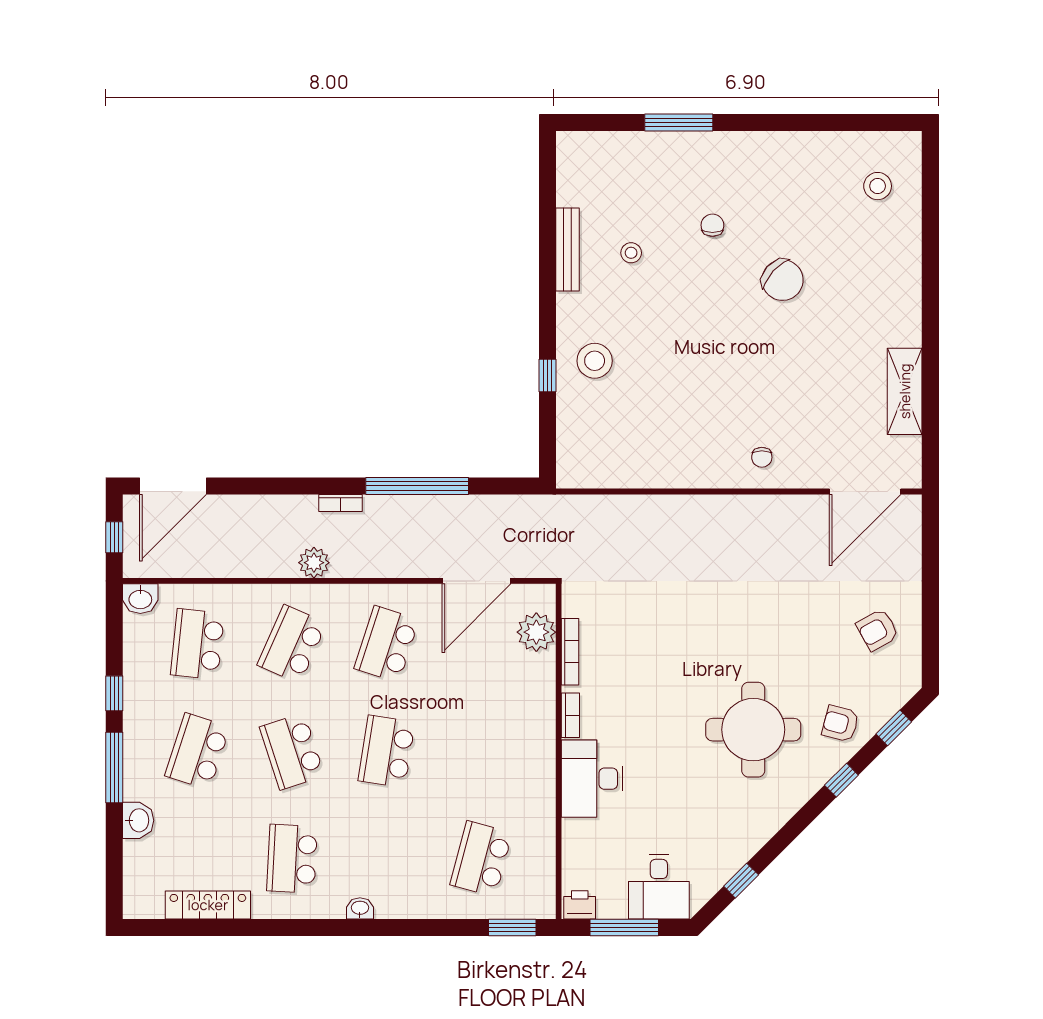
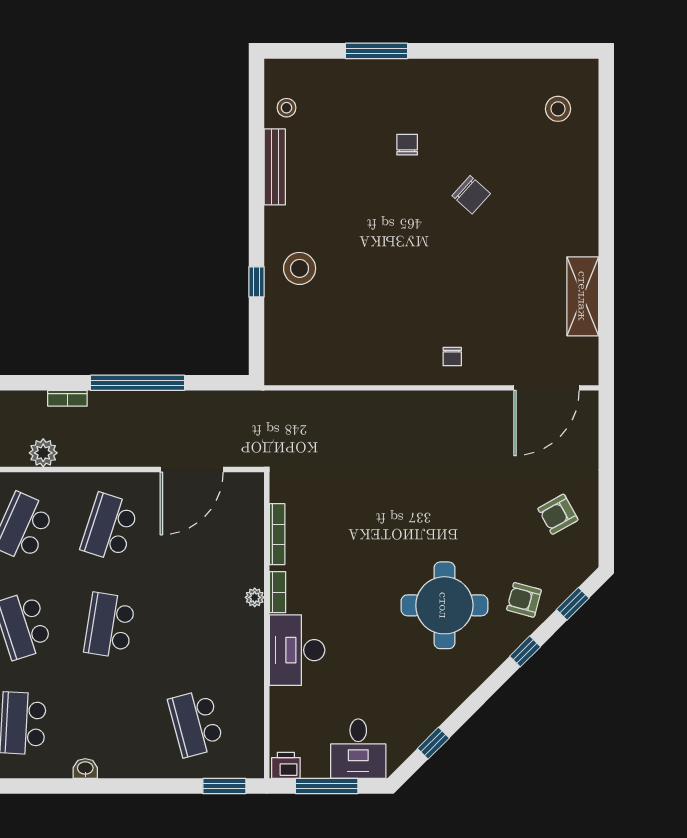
stool: (631, 253) -> (286, 108), moved
chair: (783, 280) -> (471, 195), width x0.73, depth x0.73
plant: (536, 632) -> (255, 597), moved, width x0.53, depth x0.53
school desk: (481, 859) -> (196, 723), turned -30

